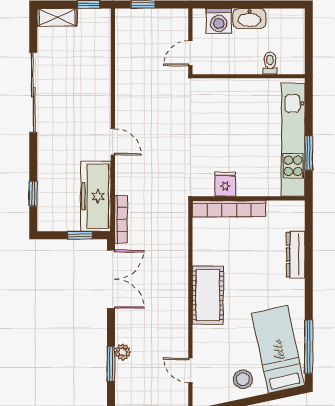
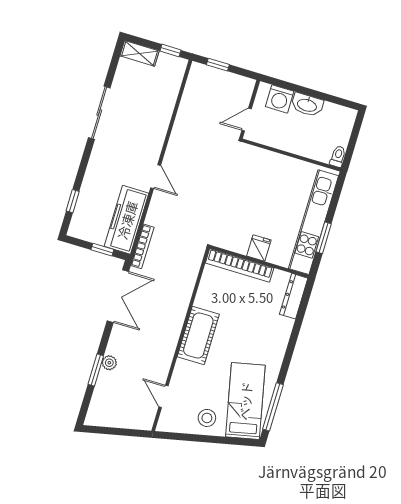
toilet: (270, 63) -> (338, 156), moved
sliding door: (33, 92) -> (99, 113), width x0.73
fridge: (225, 184) -> (259, 248), moved
dresser: (296, 255) -> (294, 296), moved

